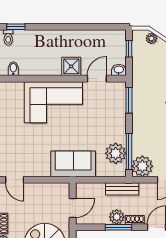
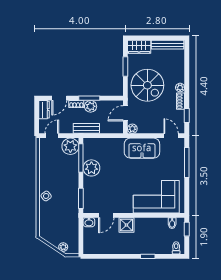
window: (16, 27) -> (148, 256), moved
window: (129, 49) -> (81, 239), removed
corner sofa: (53, 102) -> (156, 197), moved
plant: (116, 153) -> (91, 168), moved
sofa: (73, 164) -> (142, 148), moved
plant: (64, 189) -> (132, 129), added

